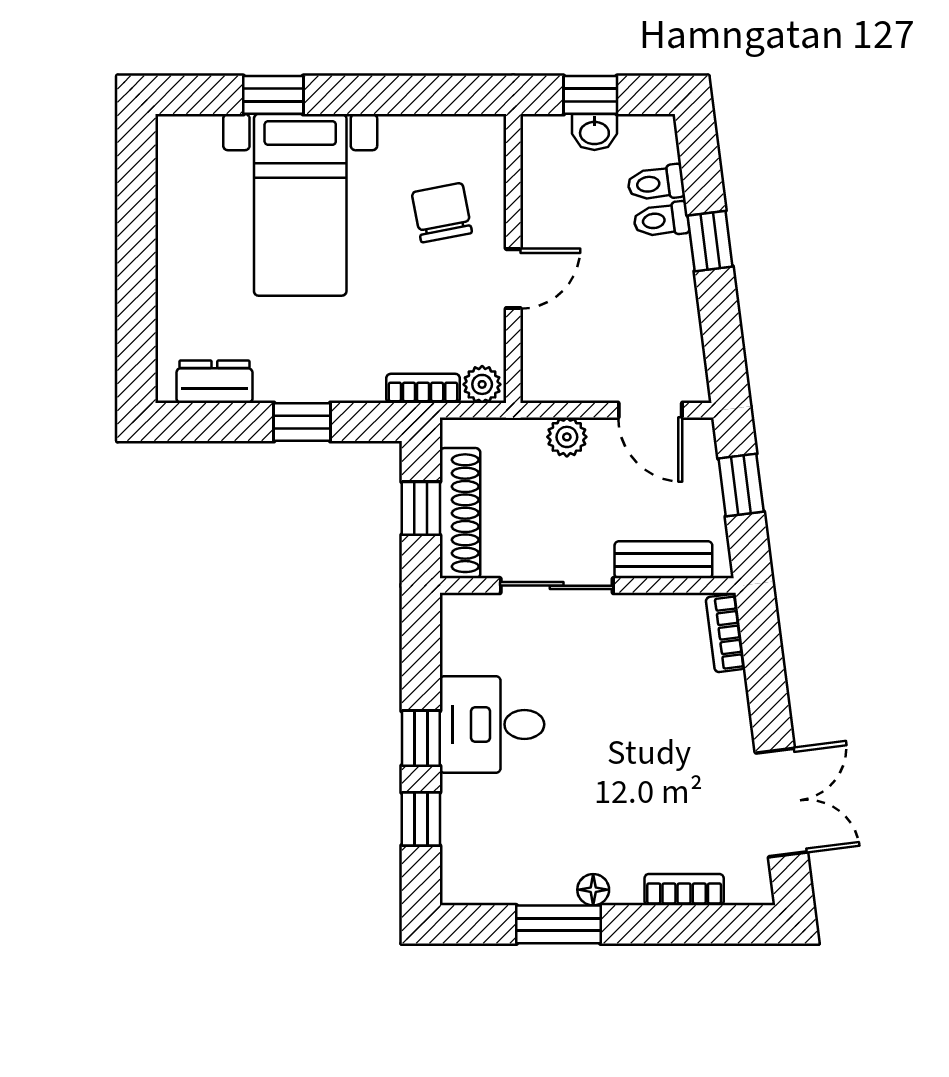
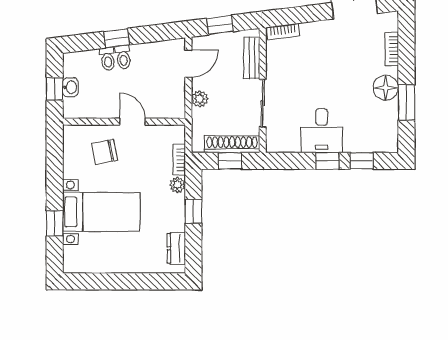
toilet: (656, 183) -> (123, 57), moved
plant: (482, 384) -> (177, 185), moved
floor lamp: (593, 890) -> (386, 88), width x1.89, depth x1.89

